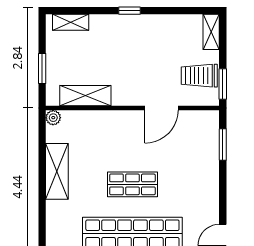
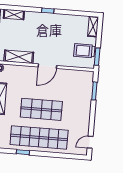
door: (161, 108) -> (47, 66), moved
shop shelf: (132, 184) -> (41, 109), width x1.43, depth x1.36

